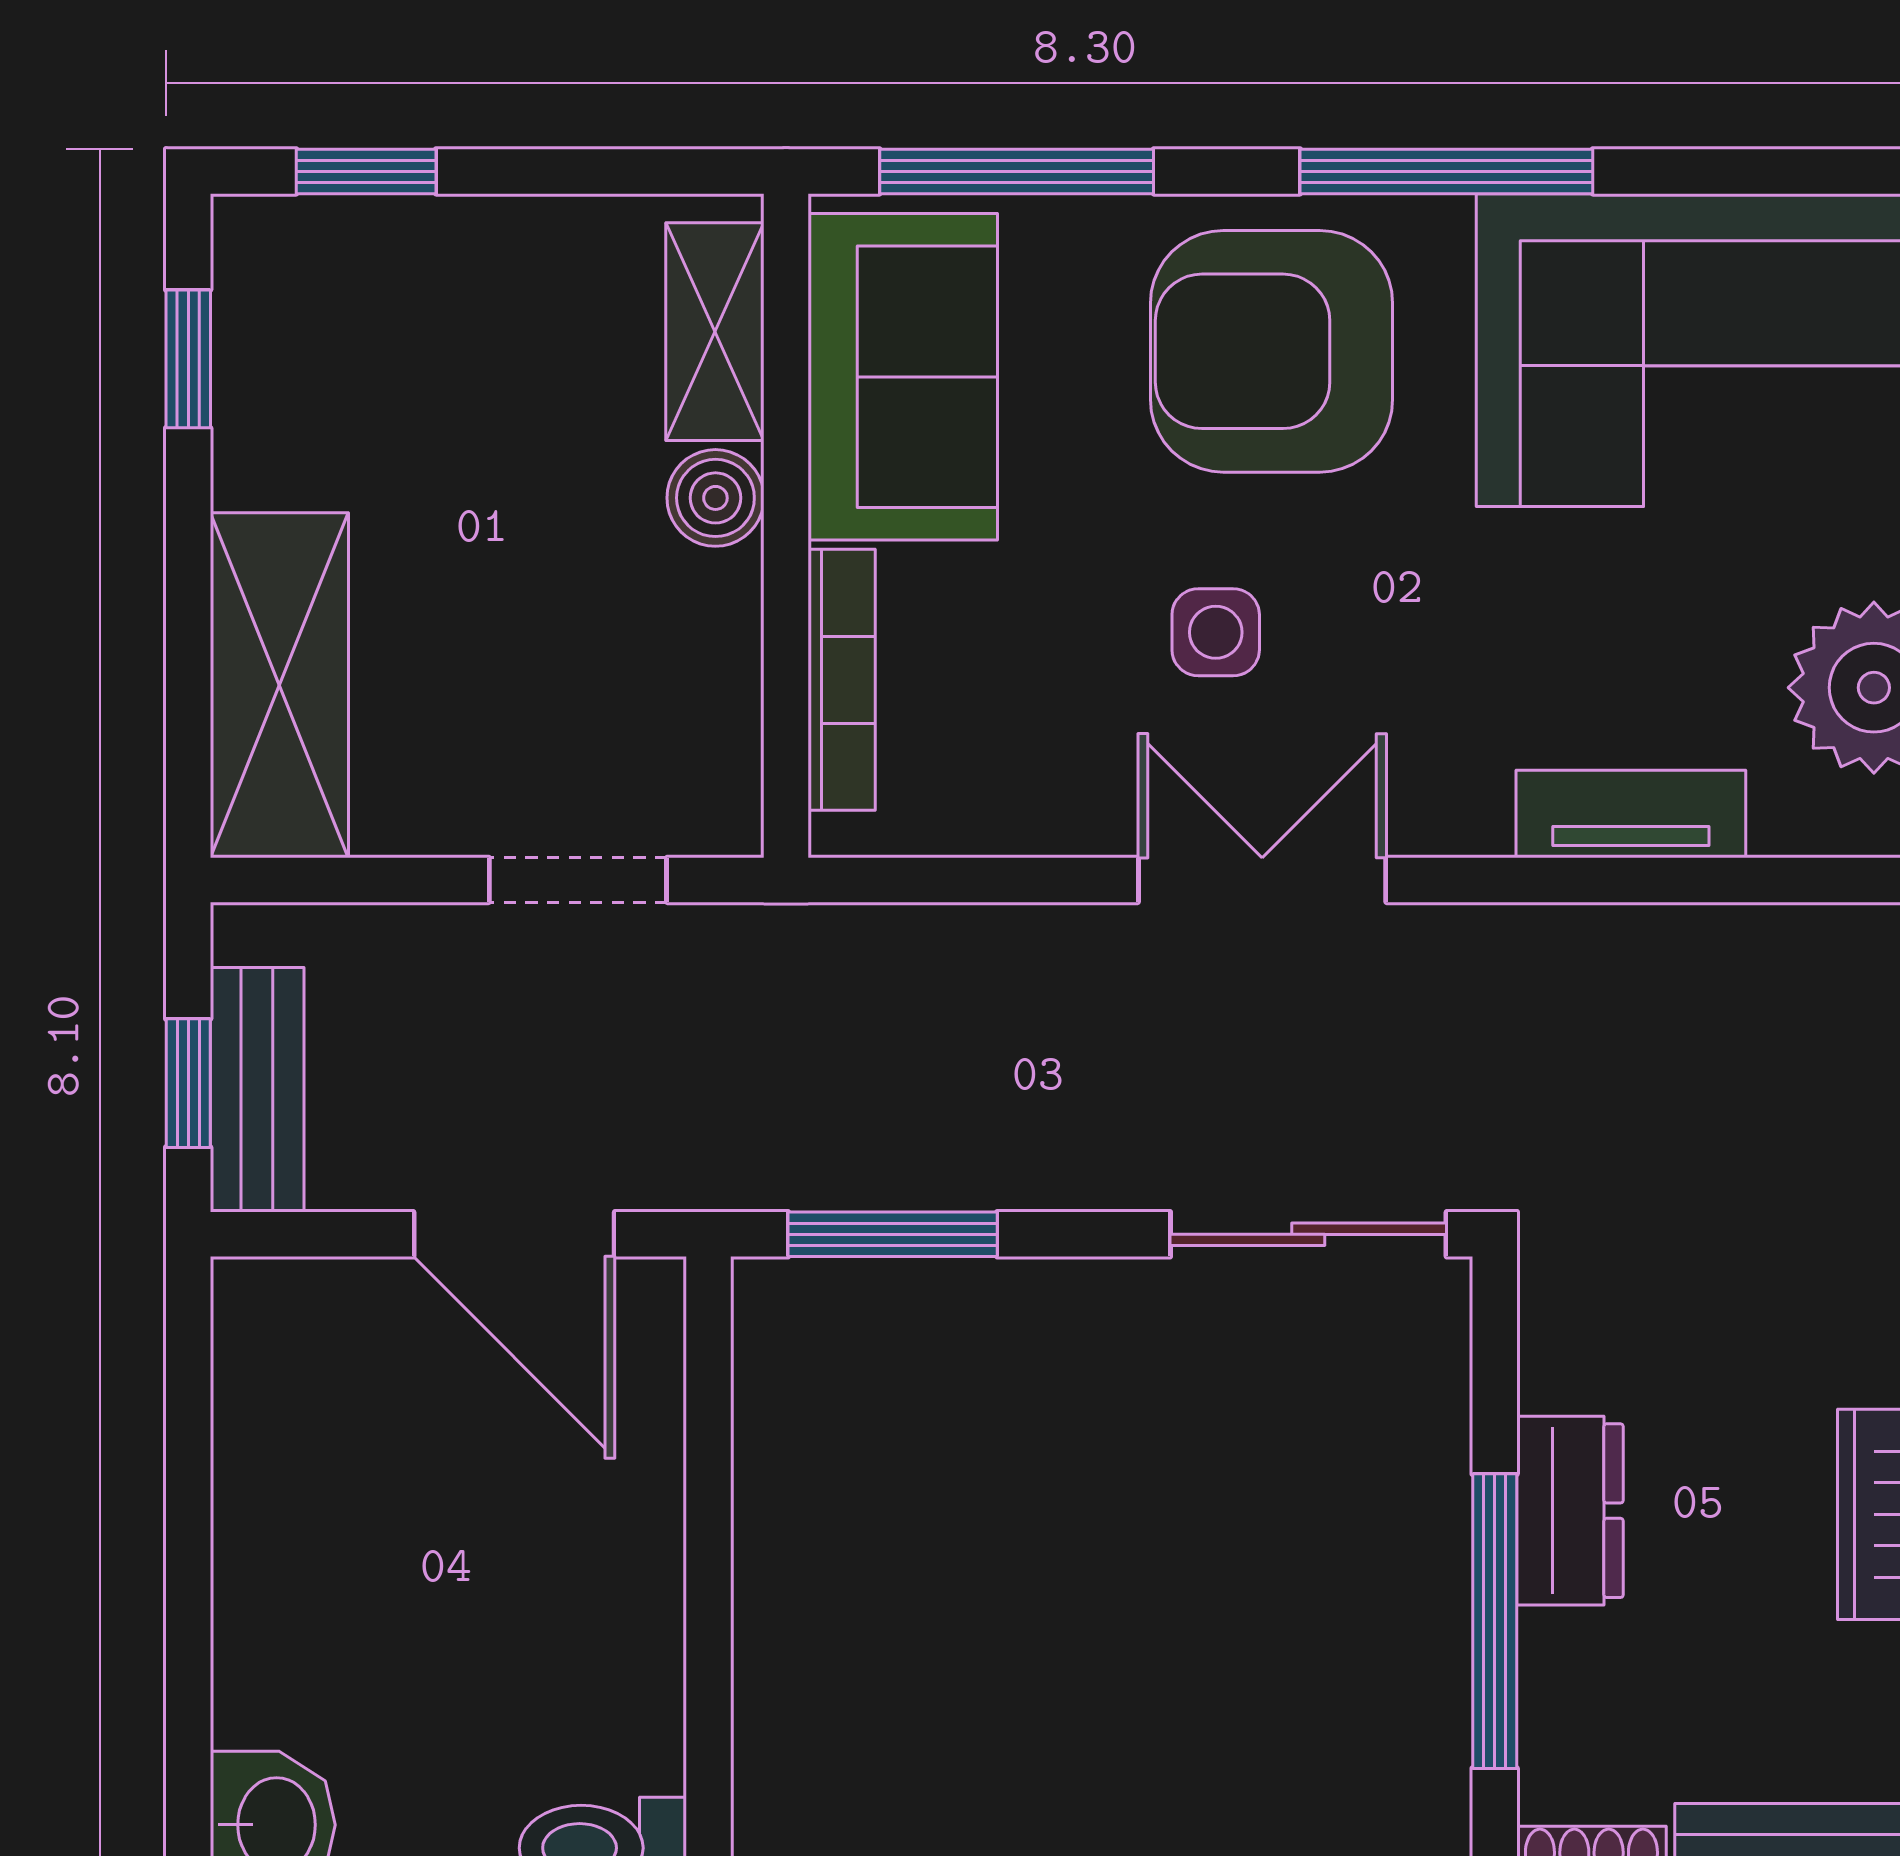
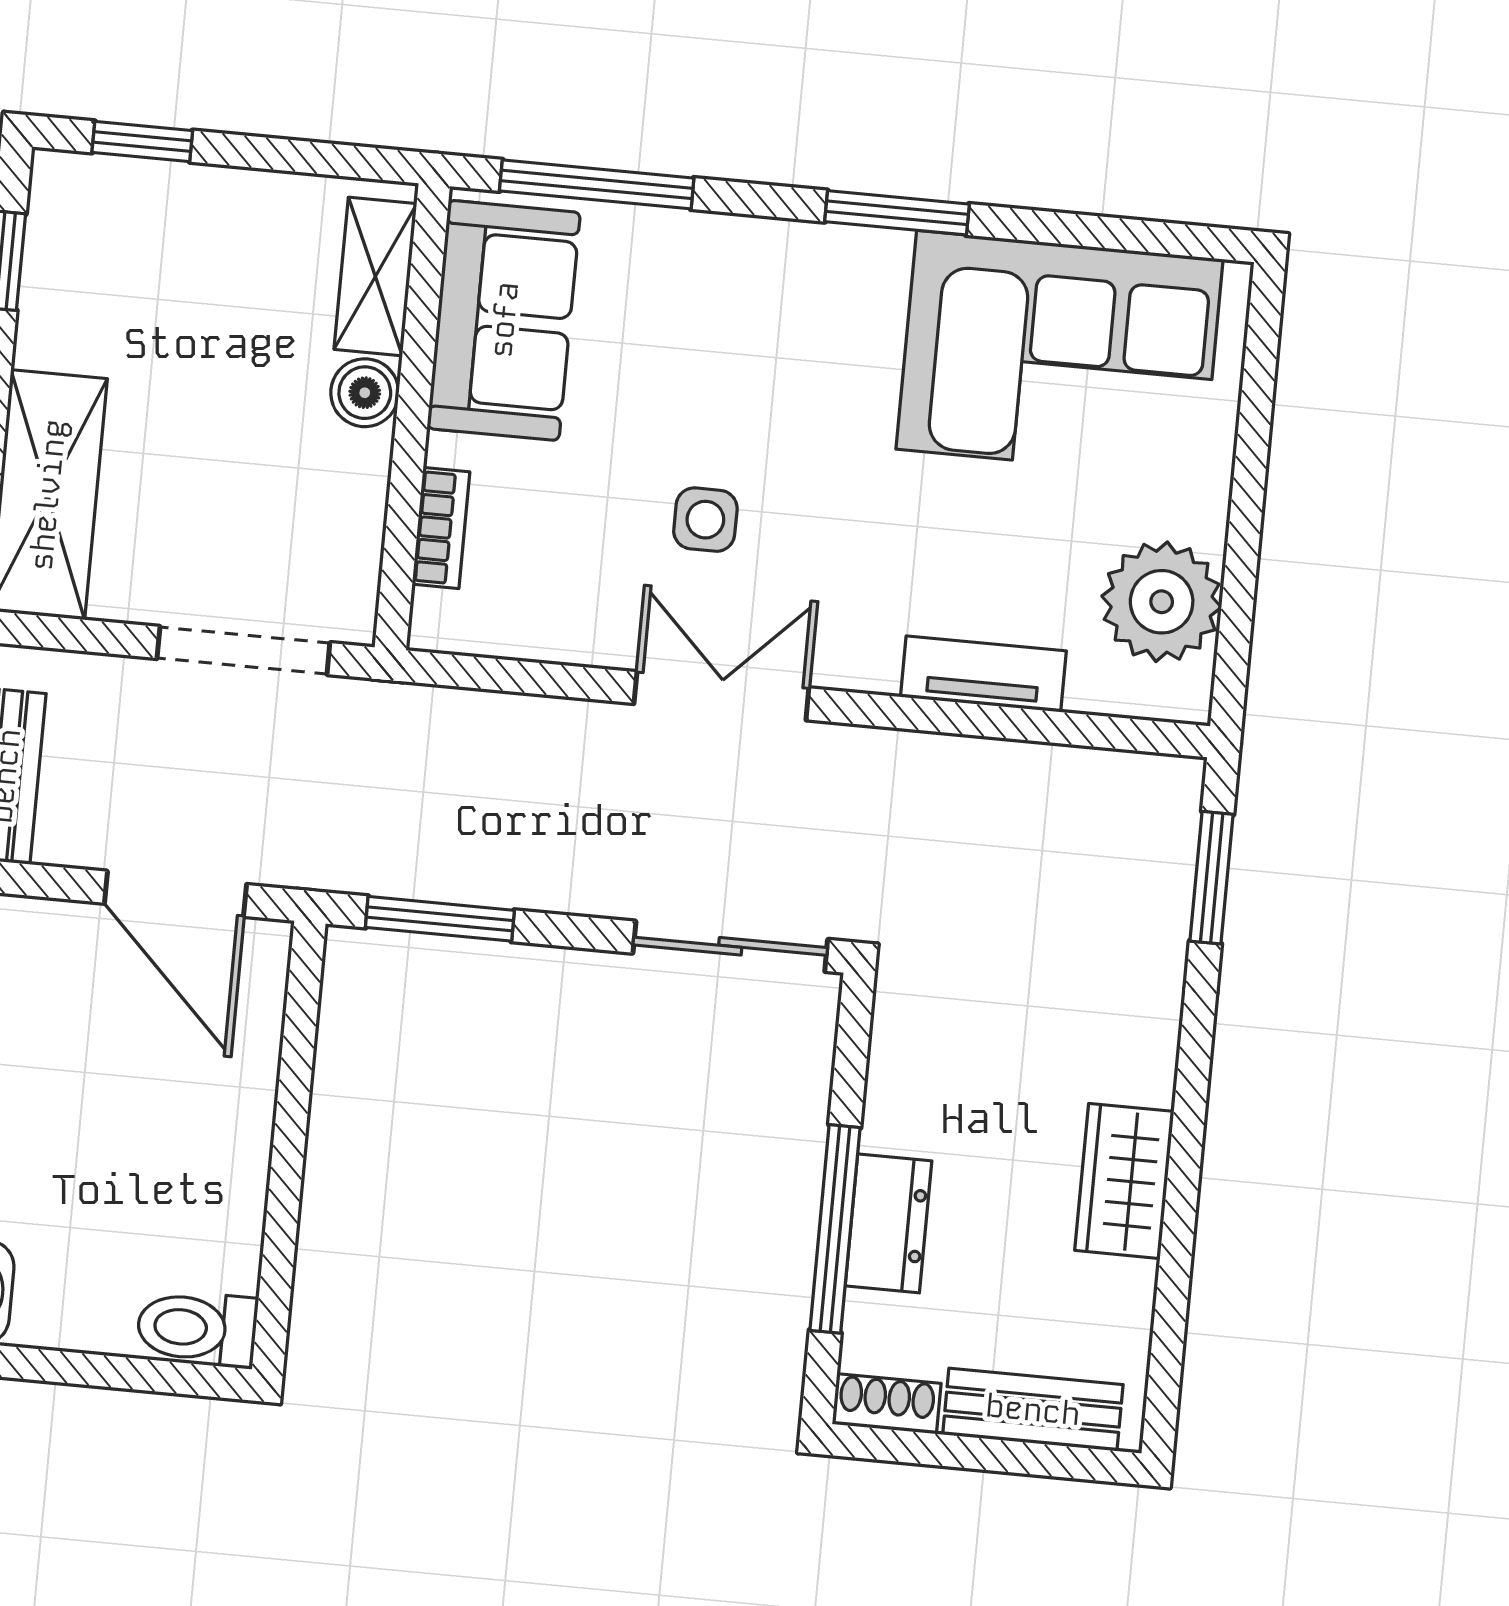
window: (1446, 171) -> (897, 213), width x0.69
armchair: (1272, 351) -> (763, 327), removed
bookcase: (842, 680) -> (441, 528), width x0.64
doorway: (578, 880) -> (243, 651), width x1.38
dresser: (1570, 1511) -> (889, 1223), moved

